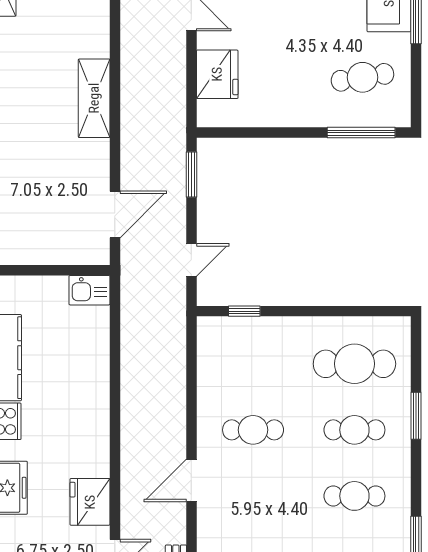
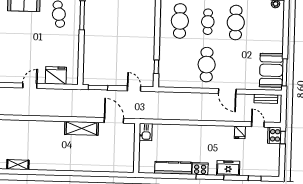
shelving: (94, 98) -> (81, 128), moved
cafe table: (253, 430) -> (207, 65), width x1.37, depth x1.35
cafe table: (354, 496) -> (236, 22), width x1.37, depth x1.35
fridge: (90, 502) -> (240, 132), width x0.53, depth x0.75

